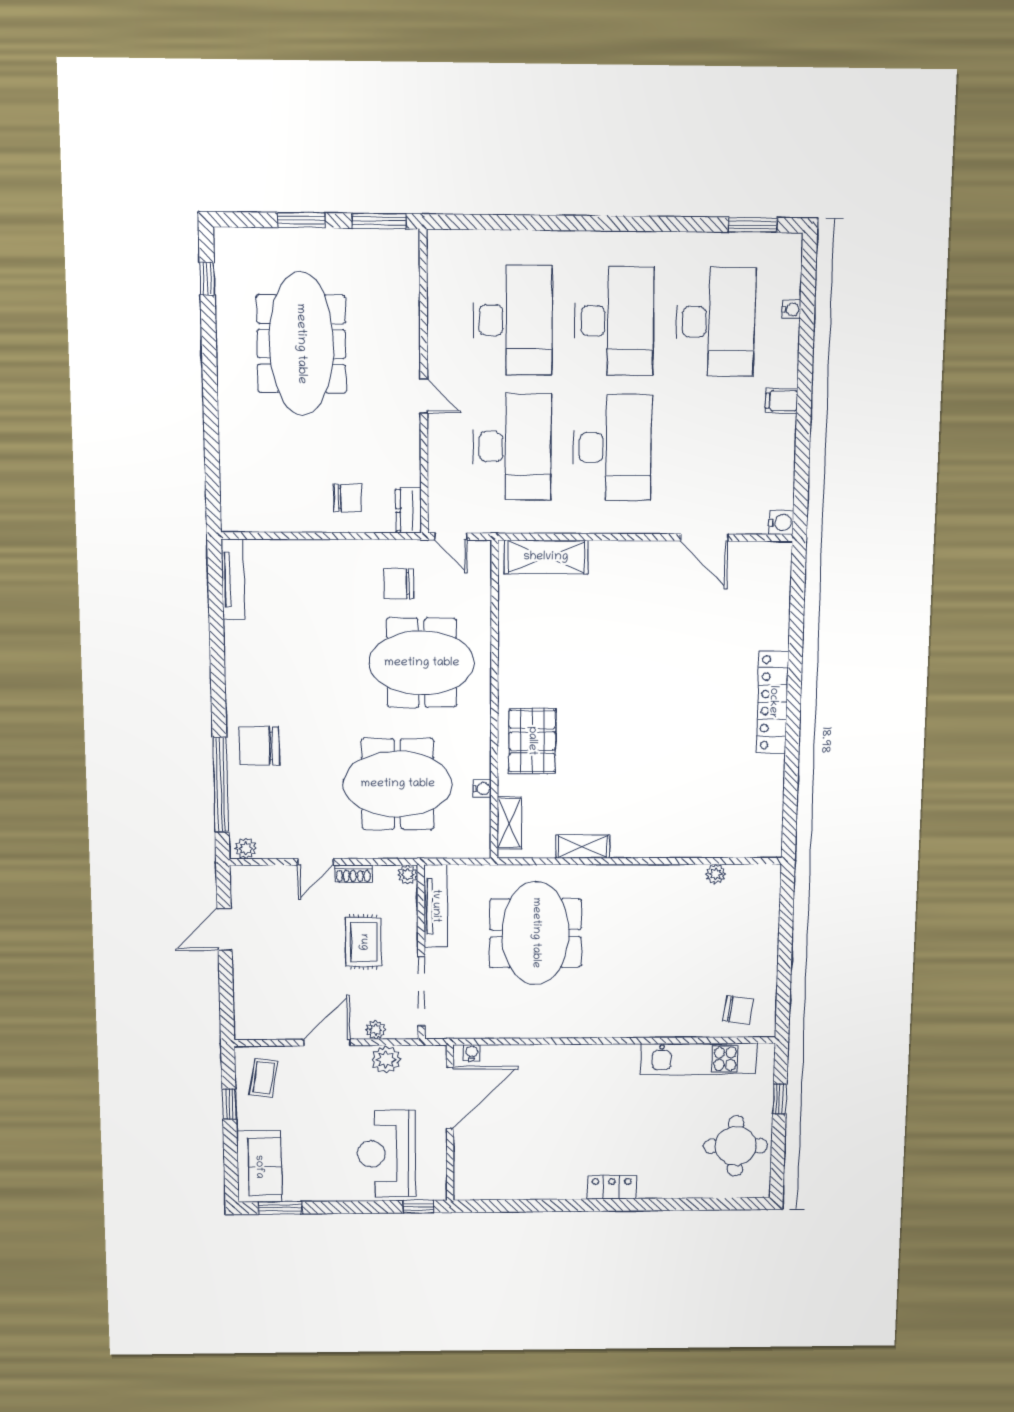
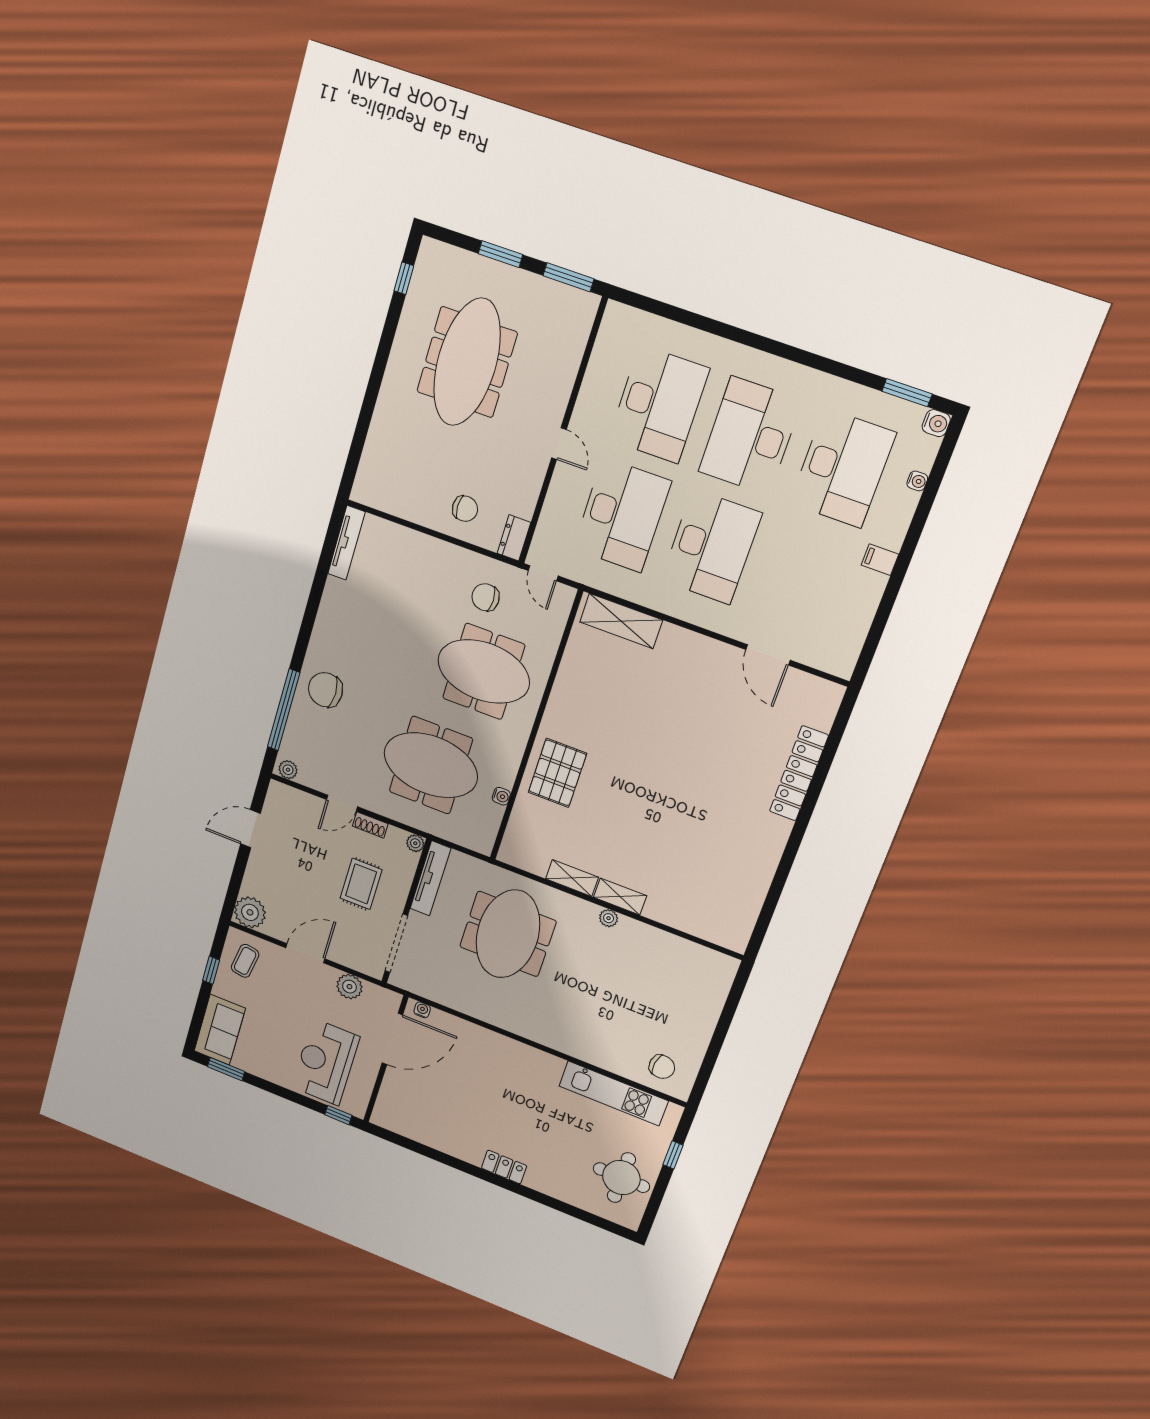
desk: (614, 321) -> (750, 436), turned 180
water cooler: (781, 522) -> (936, 423), moved
locker: (773, 702) -> (799, 773), moved
shelving: (509, 823) -> (620, 896), moved, turned 90
plant: (716, 874) -> (609, 918), moved
plant: (376, 1030) -> (250, 912), moved, width x1.88, depth x1.88

